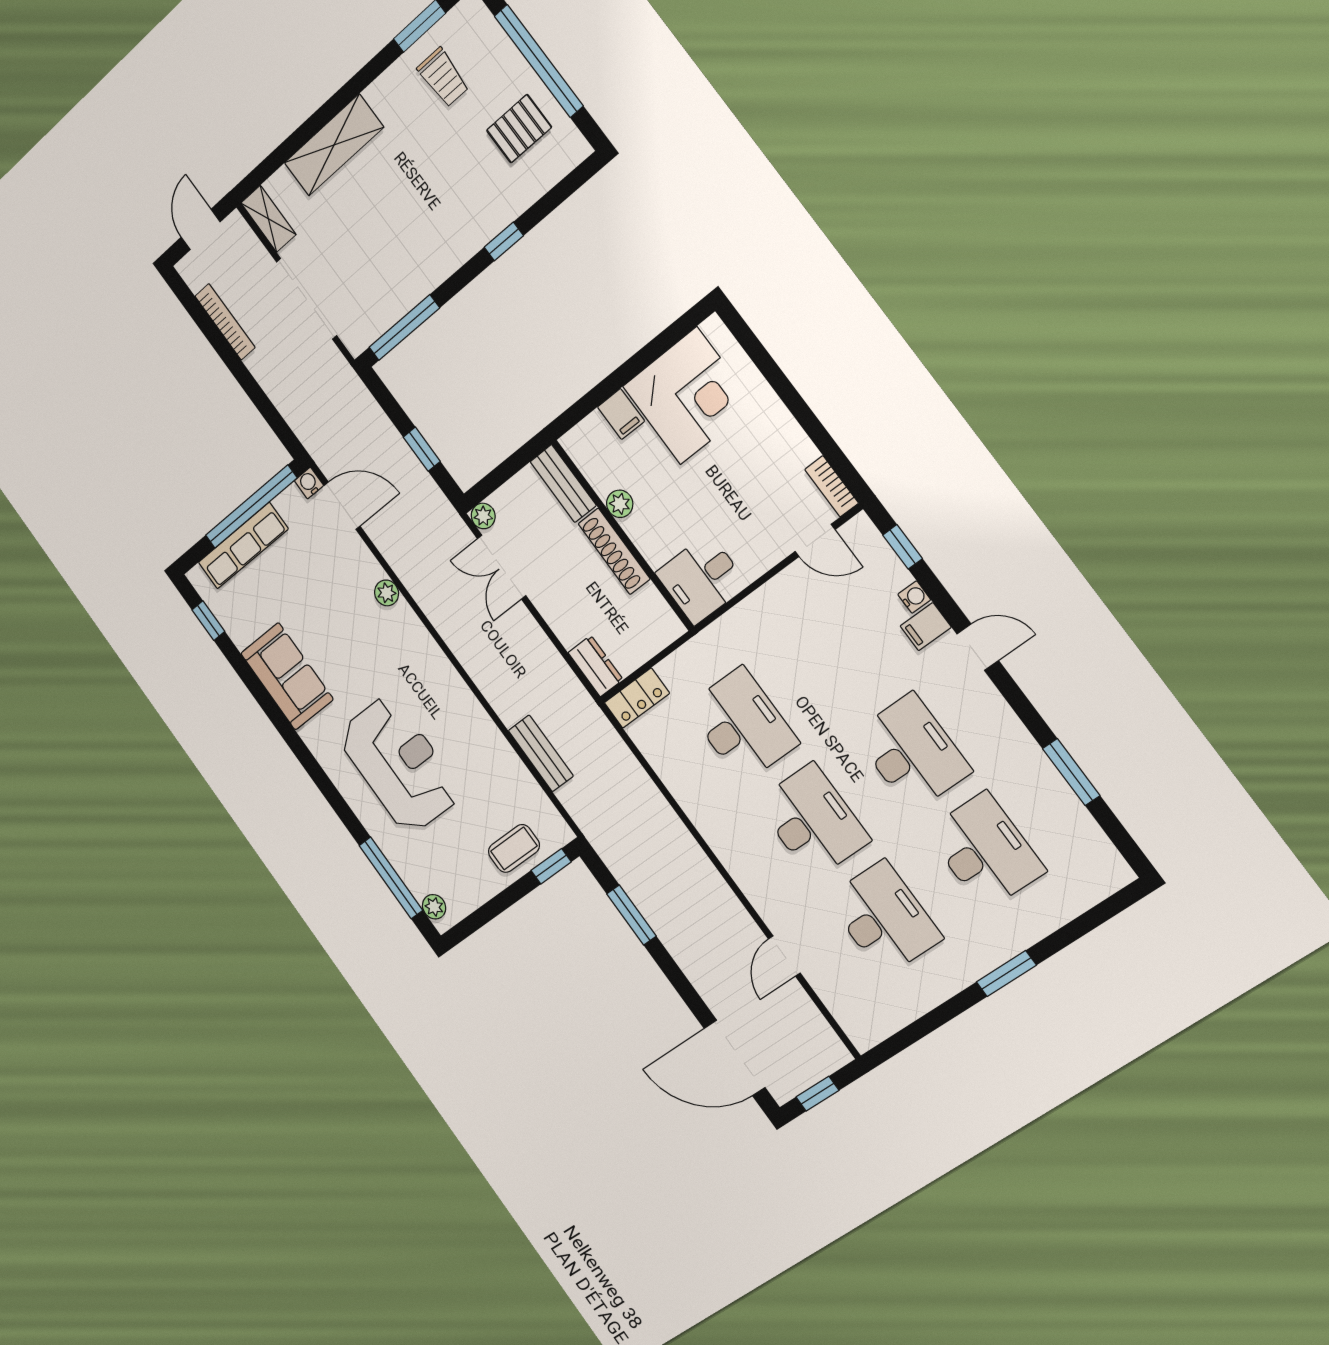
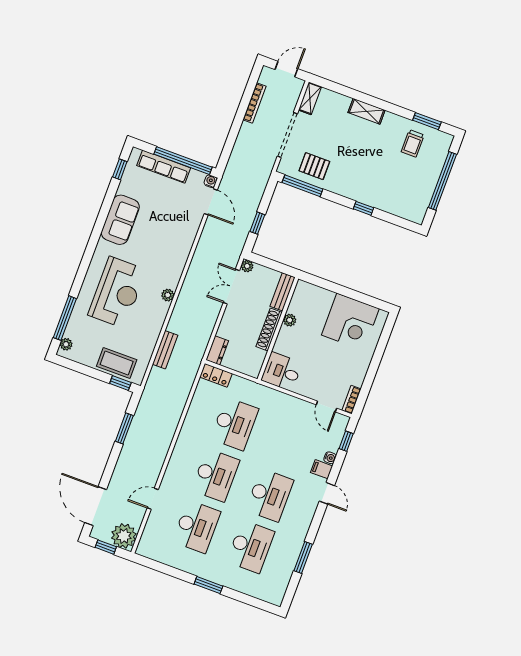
pallet: (519, 129) -> (314, 166), moved
shelving: (334, 145) -> (367, 111), width x0.67, depth x0.75
filing cabinet: (621, 414) -> (326, 299), removed
plant: (387, 593) -> (168, 295), moved
coffee table: (514, 848) -> (117, 363), width x1.36, depth x1.30
plant: (818, 1050) -> (124, 536), added

